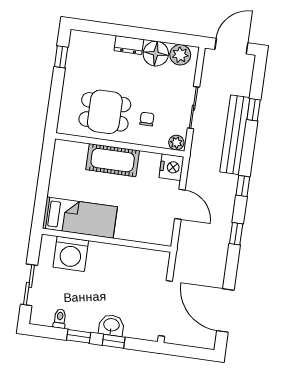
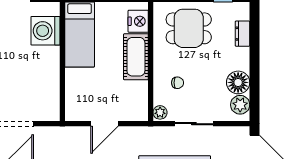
dresser: (129, 45) -> (242, 34), moved
dining table: (105, 112) -> (189, 28), moved, turned 90
nightstand: (171, 167) -> (138, 21), moved, turned -90

